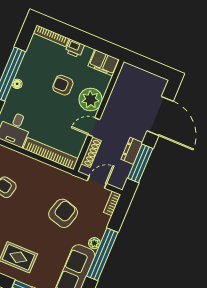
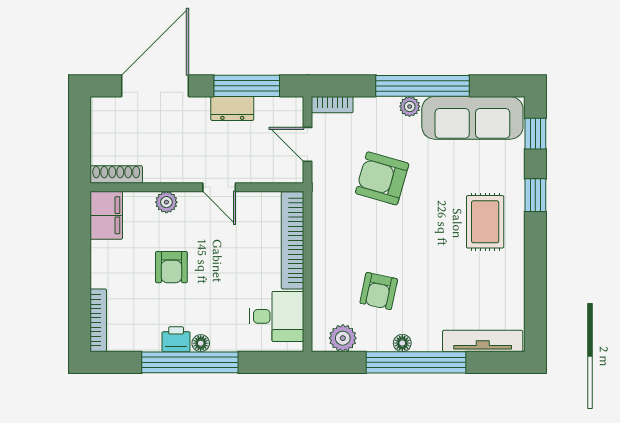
printer: (75, 48) -> (176, 339), moved, turned -90
plant: (91, 99) -> (166, 202), width x0.53, depth x0.53
shoe rack: (91, 152) -> (116, 174), moved

